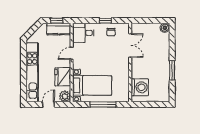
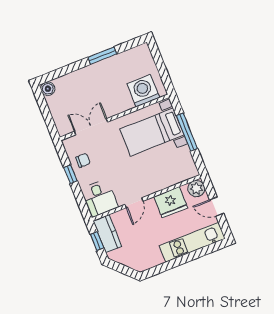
door: (72, 53) -> (134, 203), hinge flipped
kitchen unit: (32, 72) -> (192, 242), width x0.73
bed with nightstands: (92, 85) -> (152, 132), moved, turned -90

